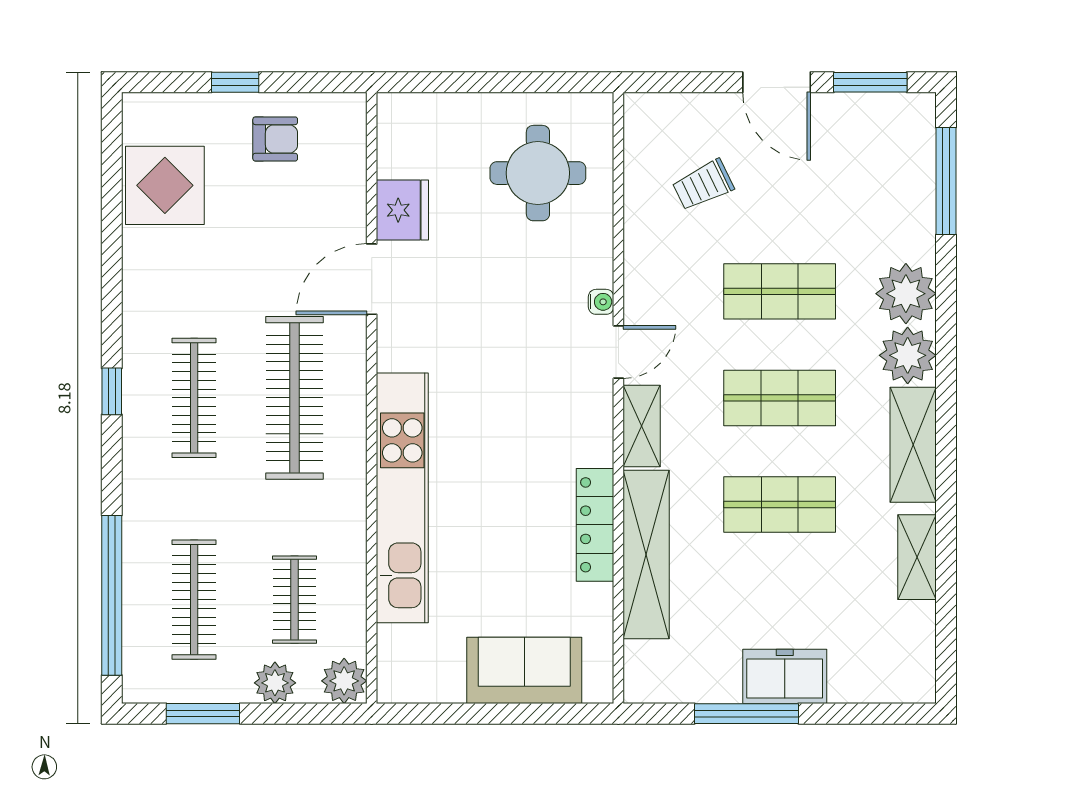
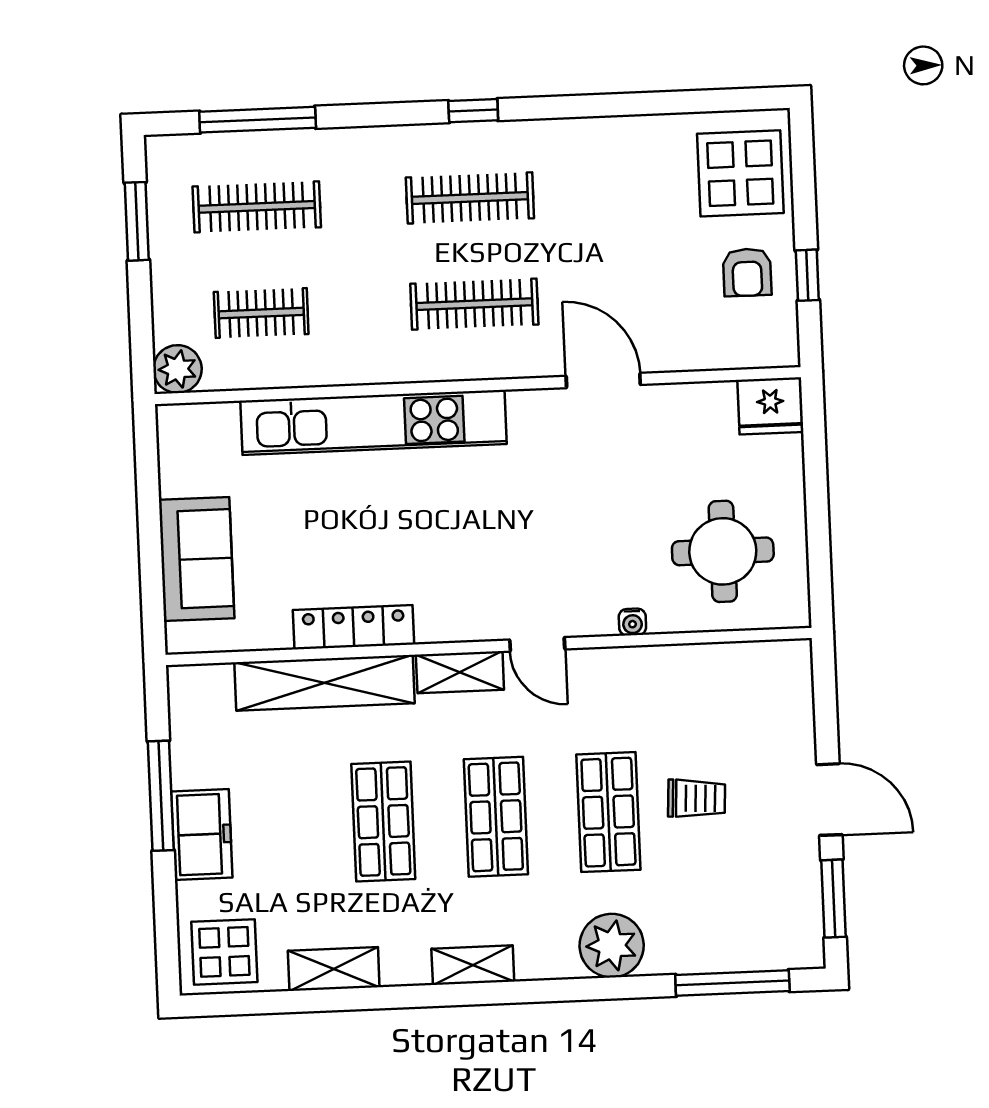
window: (235, 82) -> (807, 275), moved
door: (777, 82) -> (829, 800), swing flipped
display table: (165, 185) -> (740, 173), moved
trolley: (703, 185) -> (697, 798), moved, turned 119
fridge: (402, 210) -> (770, 406), moved
water cooler: (601, 302) -> (632, 622), moved
plant: (908, 355) -> (546, 950), removed
clothes rail: (294, 398) -> (474, 304), width x0.73, depth x0.76
shelving: (913, 445) -> (473, 965), width x0.67, depth x0.75
window: (112, 595) -> (258, 120), width x0.68
display table: (897, 660) -> (224, 952), added
plant: (275, 683) -> (172, 296), removed

